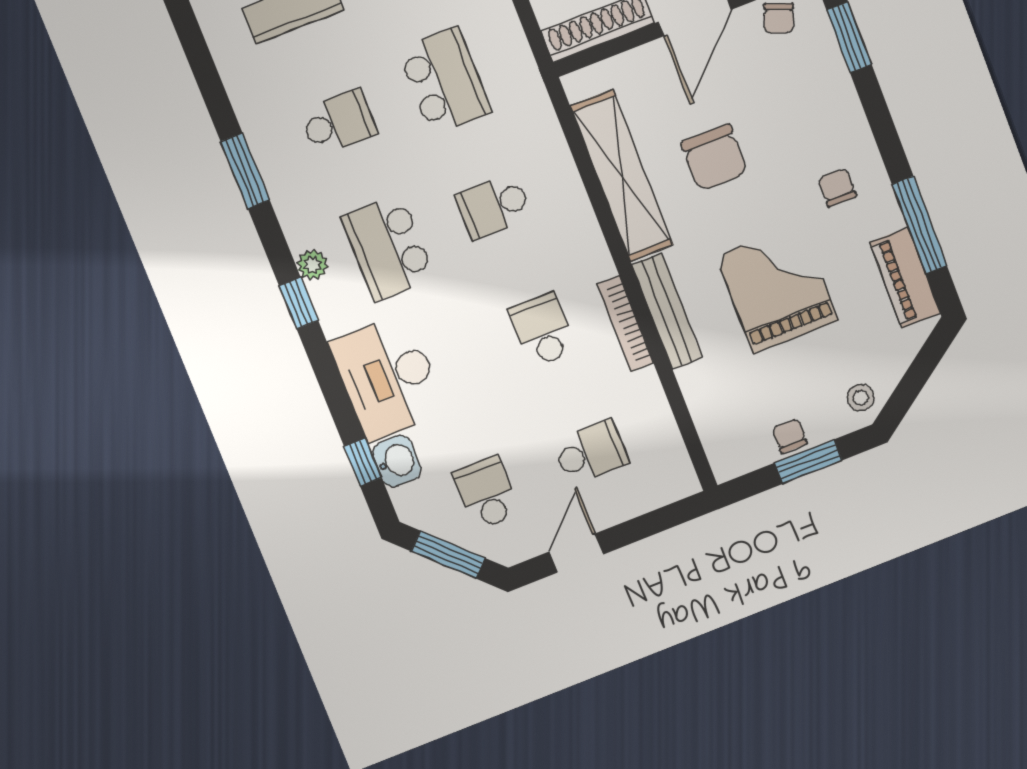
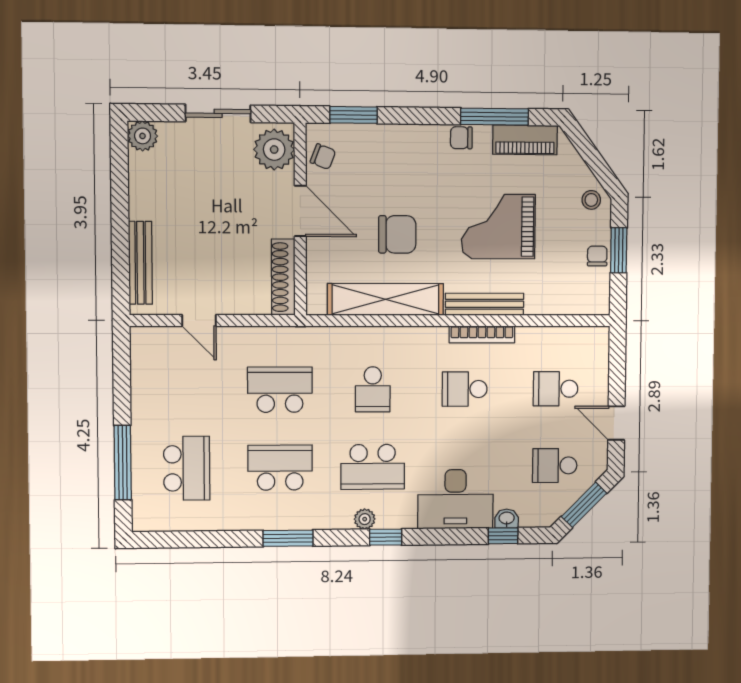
school desk: (338, 123) -> (280, 468), width x1.85
chair: (837, 187) -> (461, 138), moved
chair: (790, 436) -> (597, 256), turned 90
school desk: (591, 452) -> (556, 389), turned -90
washbasin: (397, 461) -> (507, 519), width x0.72, depth x0.69

